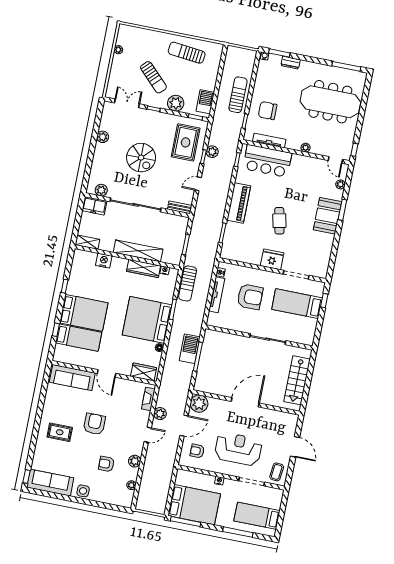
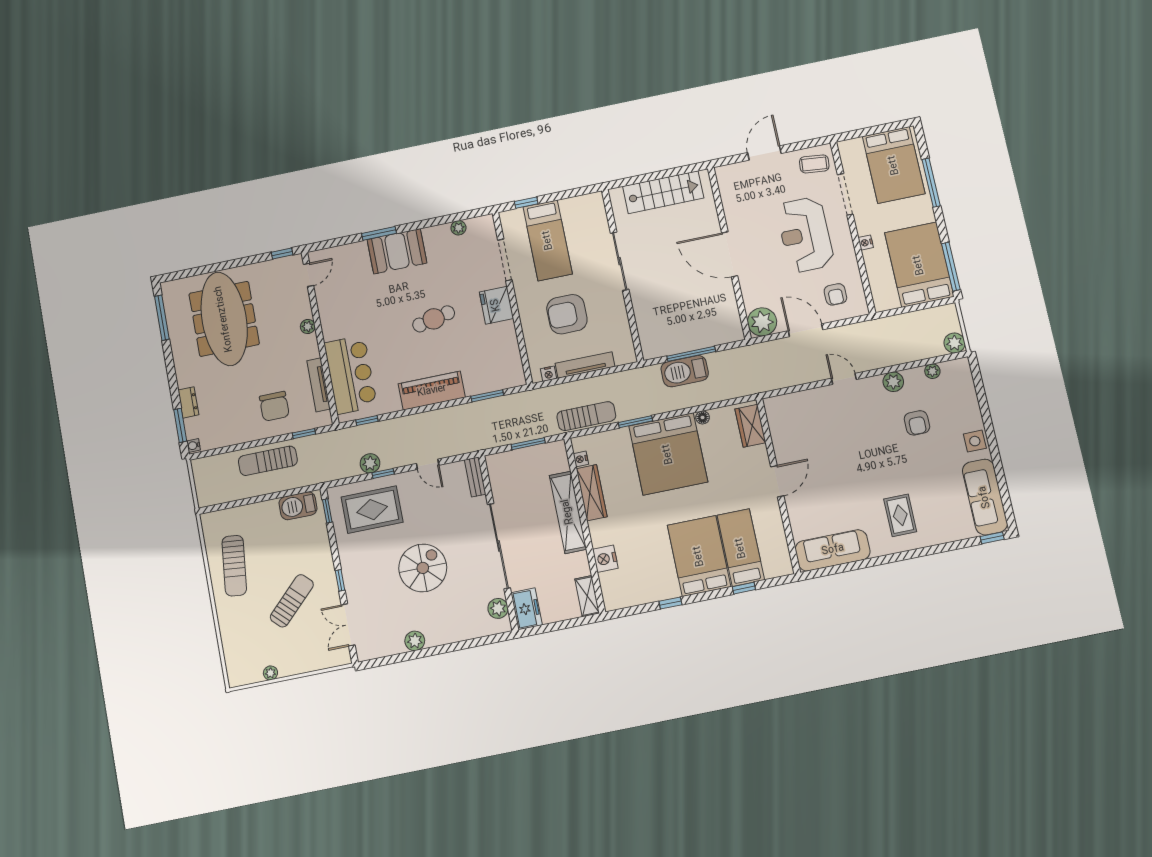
plant: (176, 103) -> (318, 550), removed
plant: (340, 184) -> (458, 228), moved
armchair: (250, 297) -> (567, 314), turned -90
sofa: (72, 378) -> (833, 550), moved, turned -90
fireplace: (148, 399) -> (789, 401), removed
plant: (160, 414) -> (954, 343), moved
armchair: (94, 424) -> (864, 467), removed
bed: (257, 516) -> (894, 165), width x1.50

